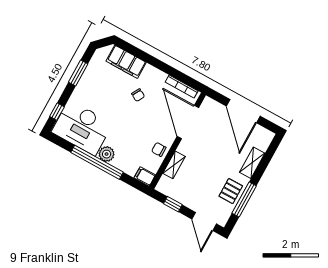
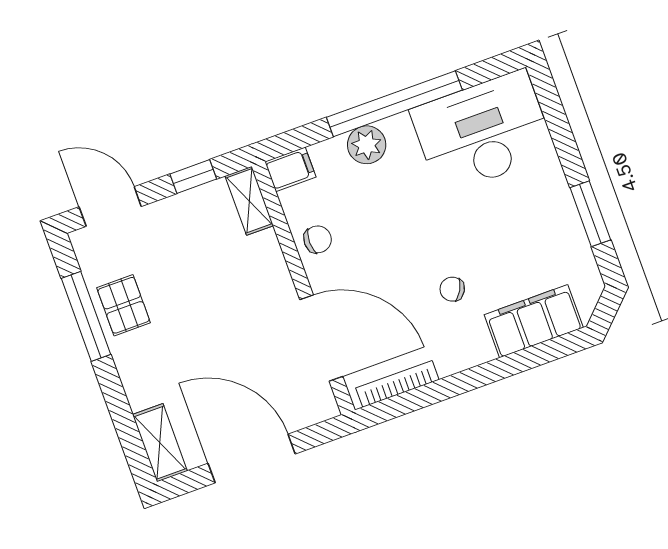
window: (57, 112) -> (553, 112), removed
plant: (107, 154) -> (367, 145), moved
shelving: (252, 163) -> (160, 443), moved
shelving: (174, 165) -> (249, 201), moved

